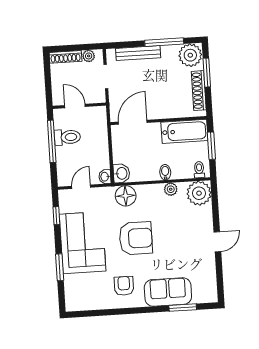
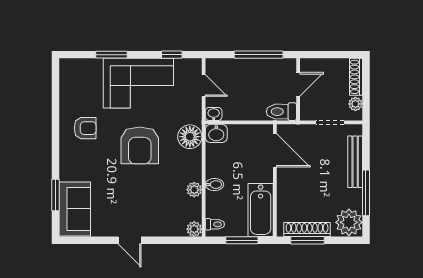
window: (207, 73) -> (308, 240), moved
toilet: (67, 137) -> (281, 112), moved, turned 90
plant: (199, 193) -> (194, 229), width x0.53, depth x0.53
sofa: (168, 292) -> (75, 209), moved

